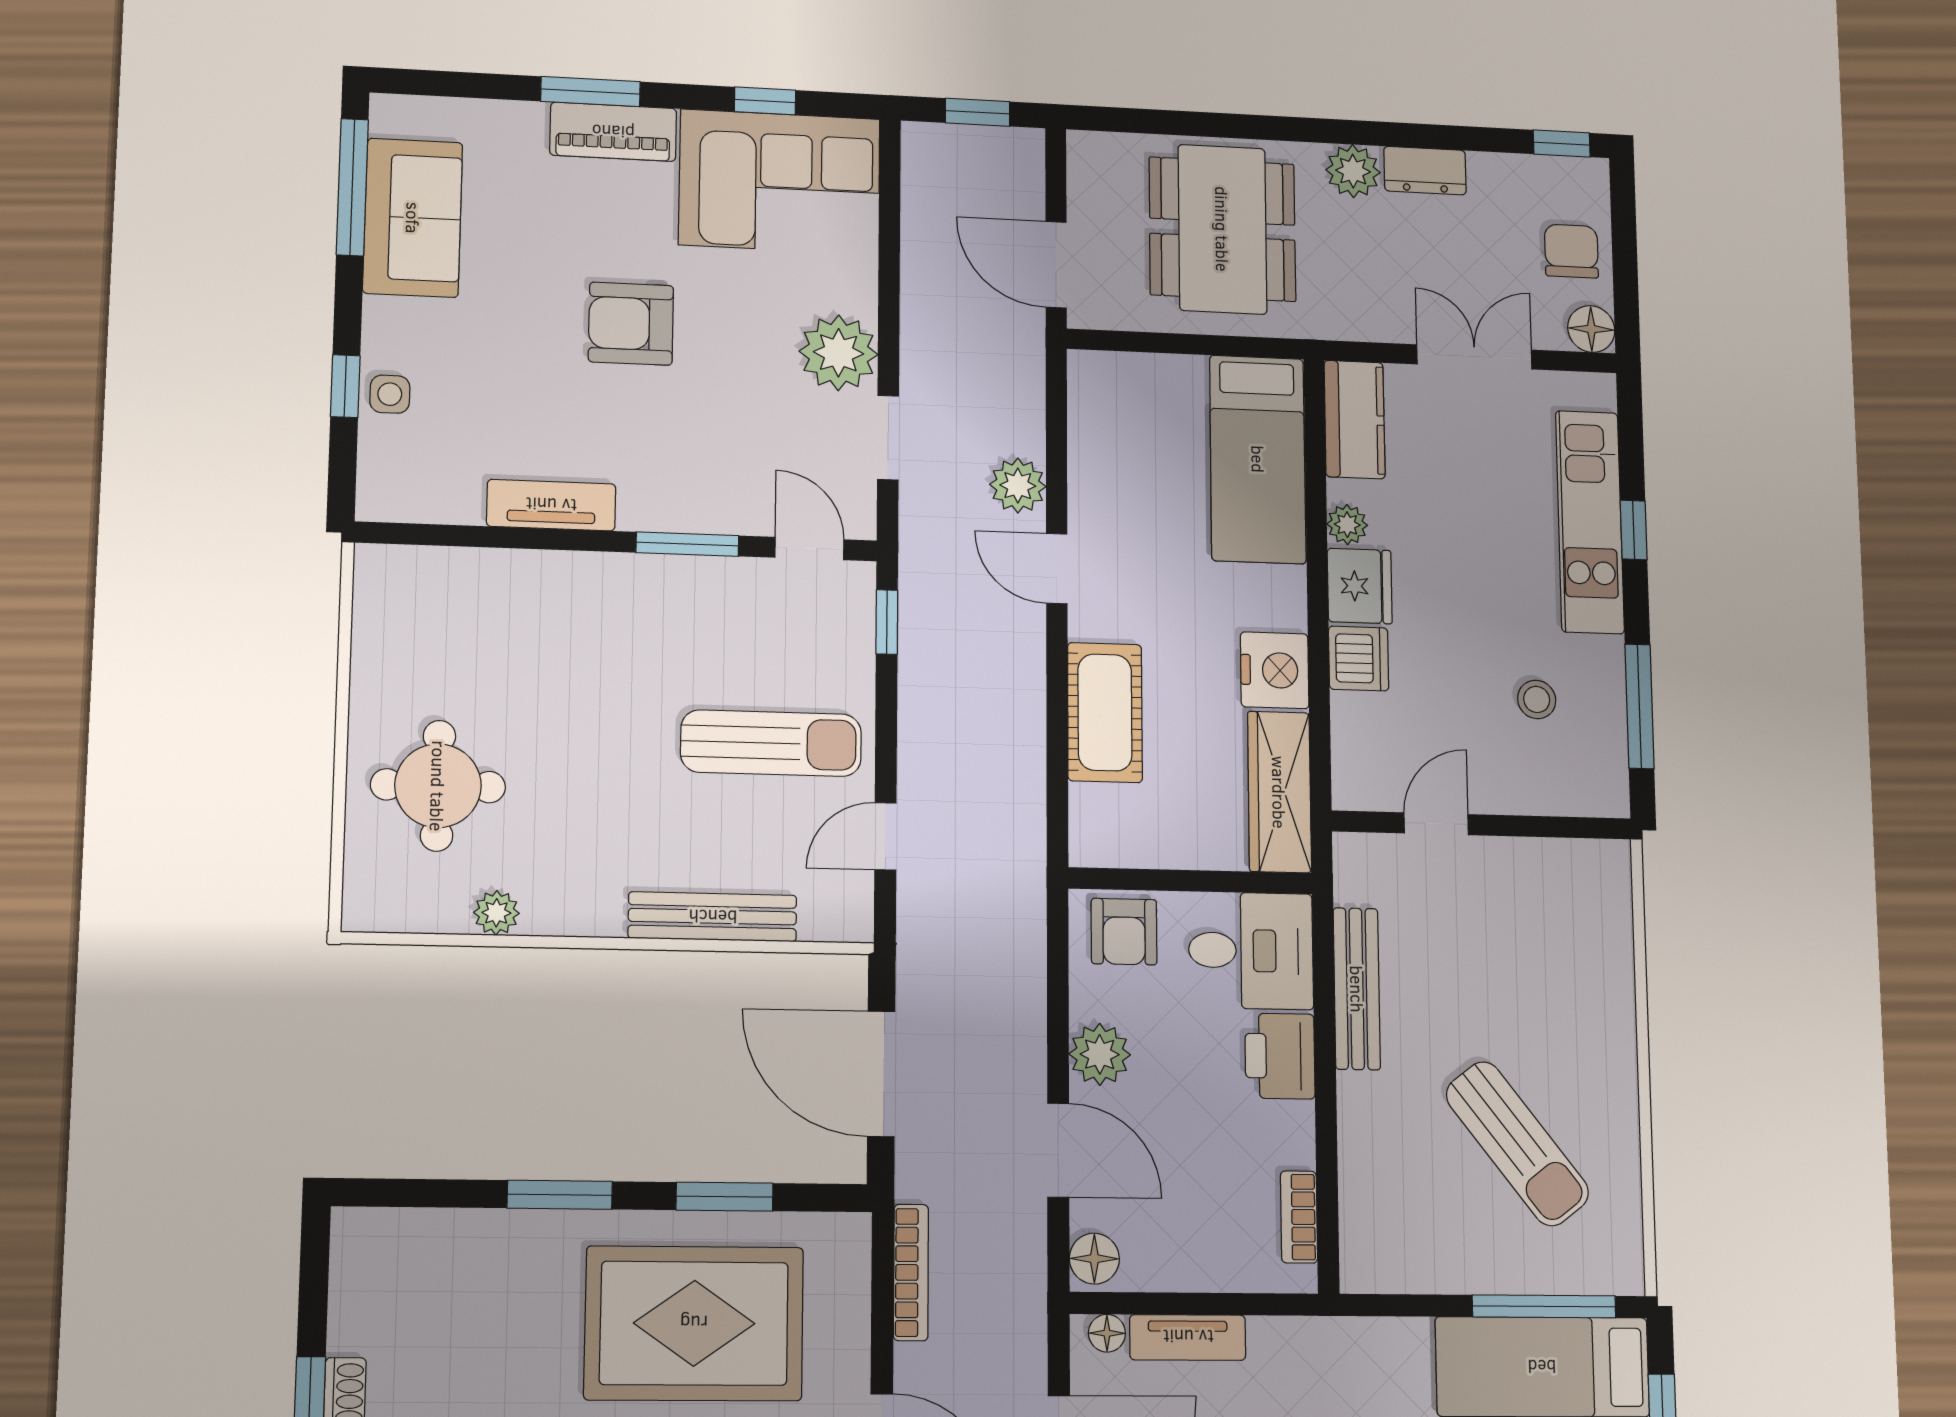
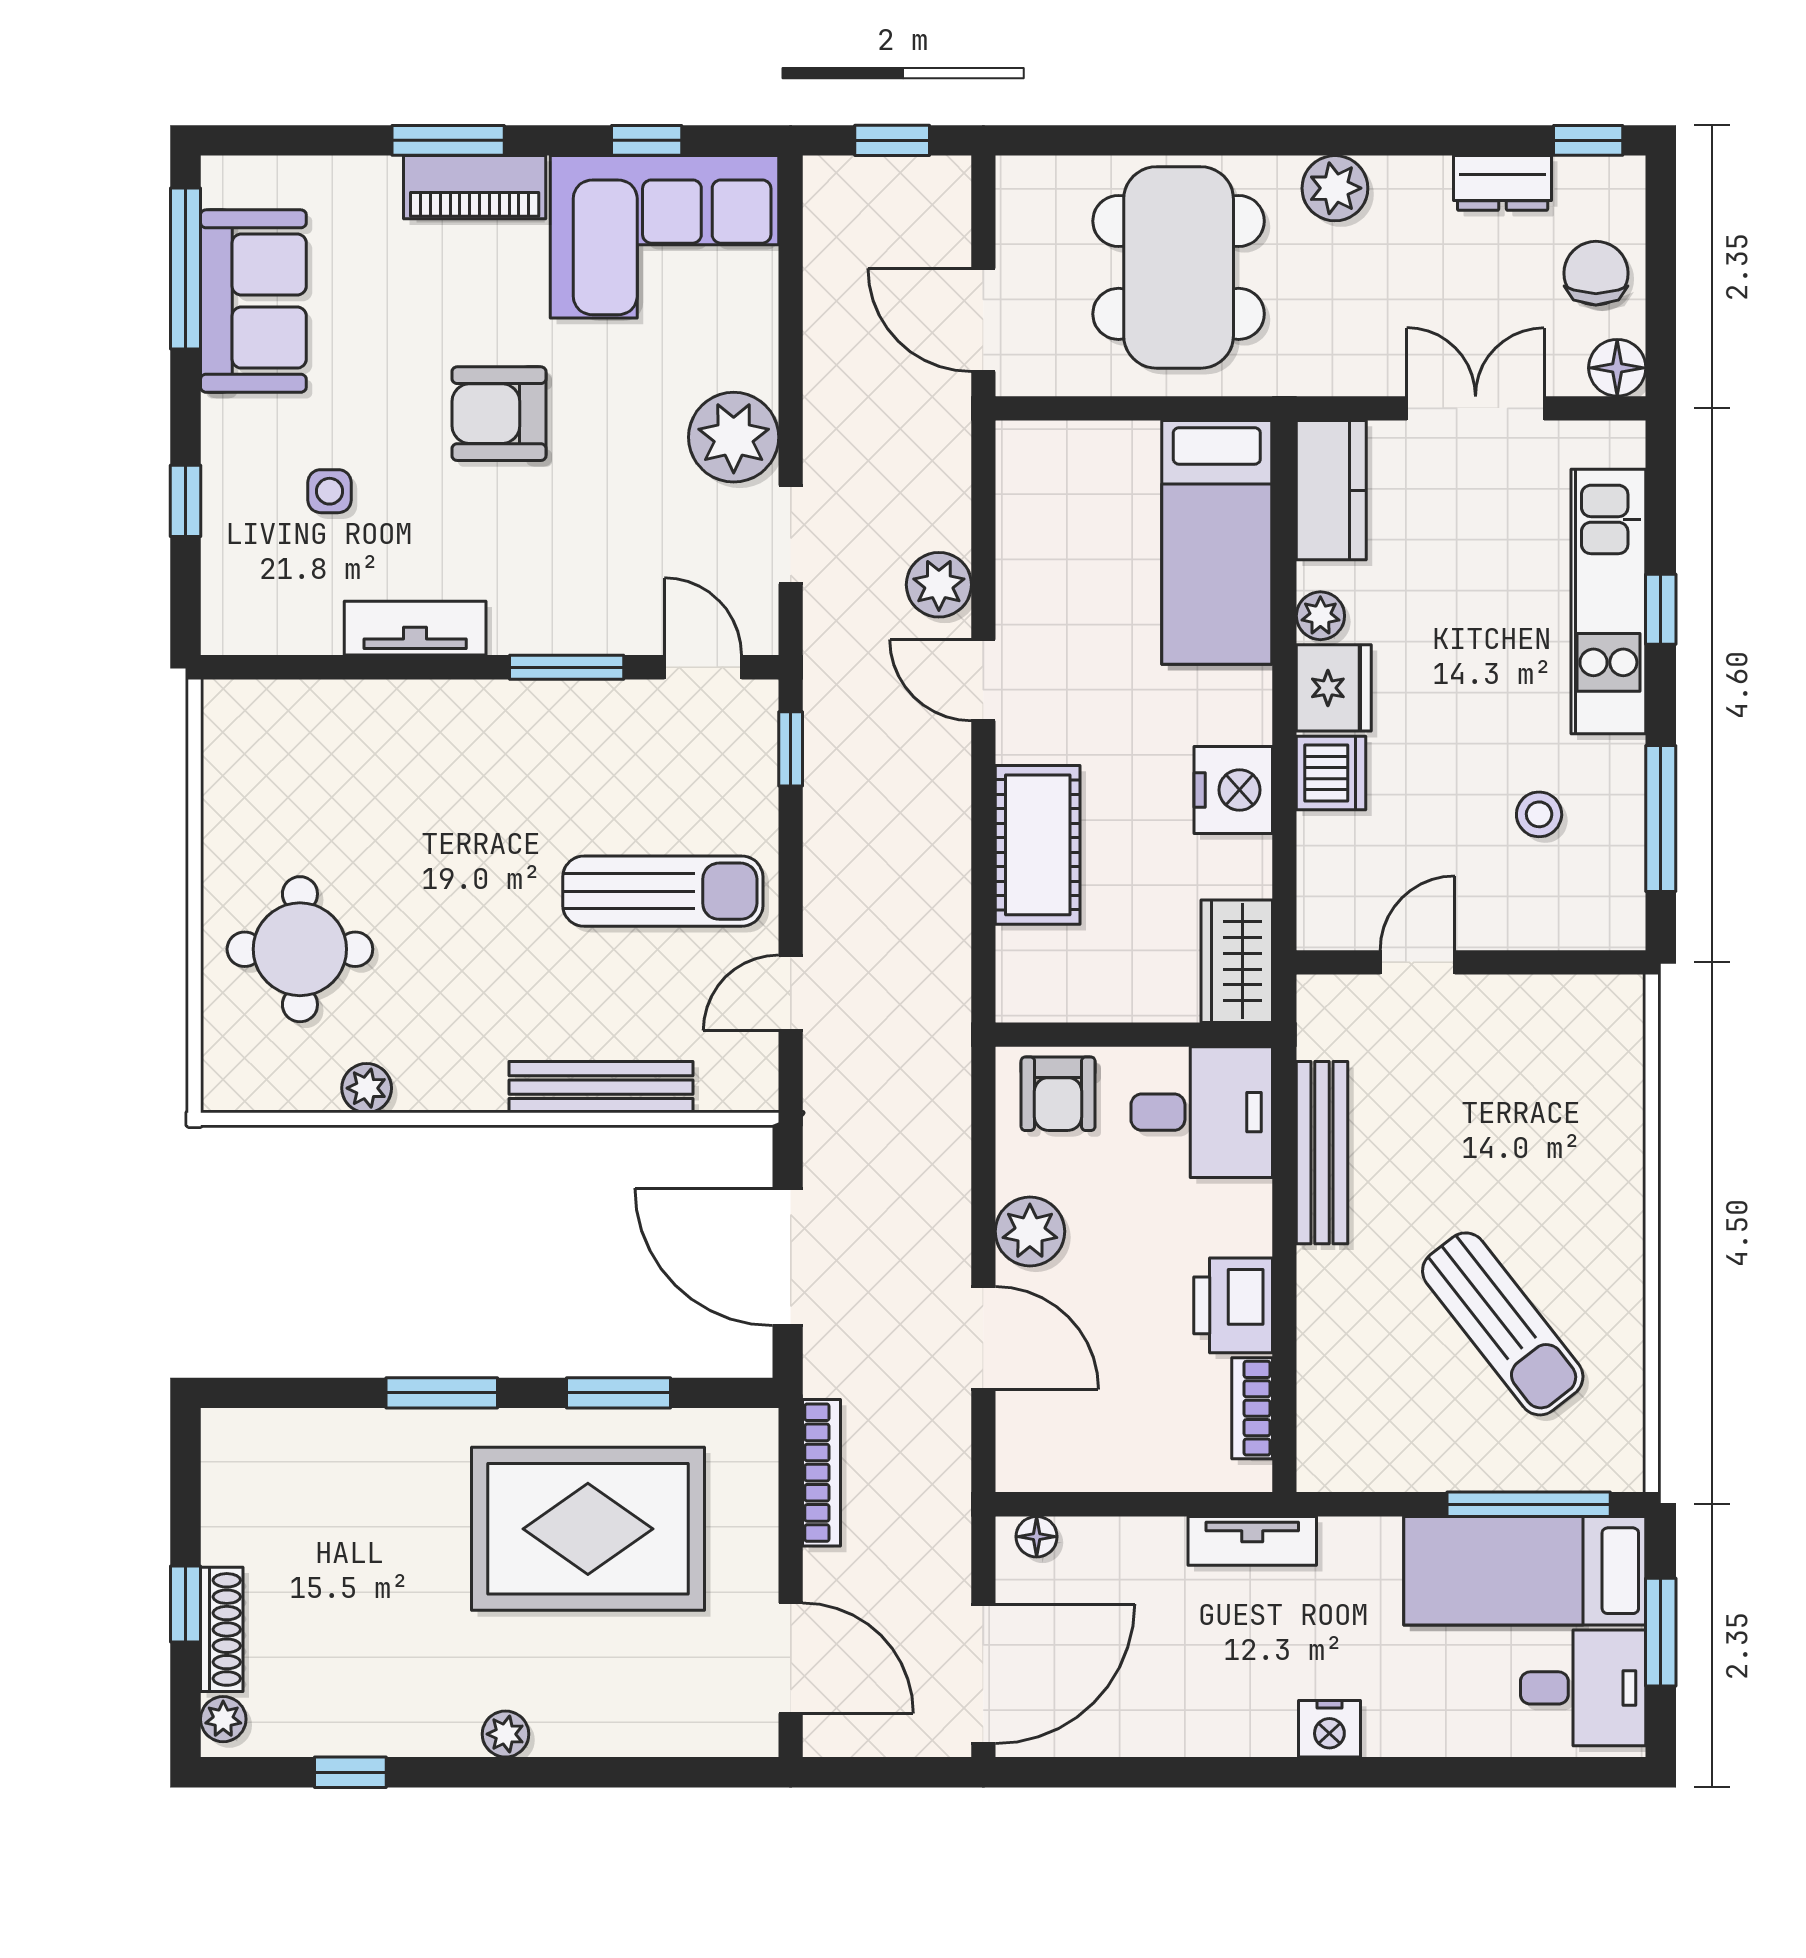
dresser: (1425, 171) -> (1503, 183), moved
side table: (390, 394) -> (330, 491), moved
wardrobe: (1279, 792) -> (1237, 961), width x0.67
printer: (1280, 1056) -> (1233, 1305), moved
floor lamp: (1094, 1259) -> (1023, 1456), removed
tv unit: (1188, 1337) -> (1252, 1541), moved

